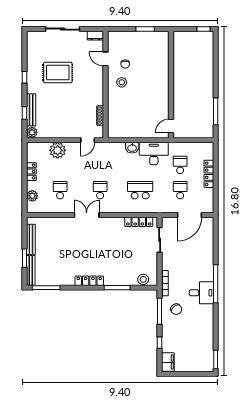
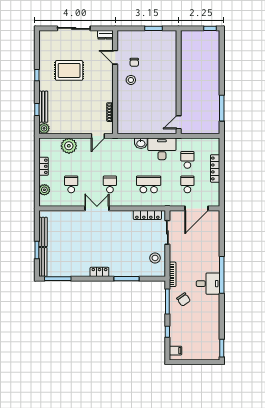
stool: (143, 279) -> (155, 258), moved
locker: (89, 281) -> (99, 272), width x0.66
filing cabinet: (168, 362) -> (176, 351), width x0.50

